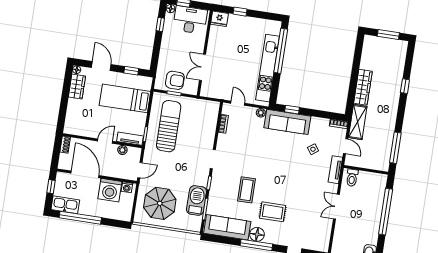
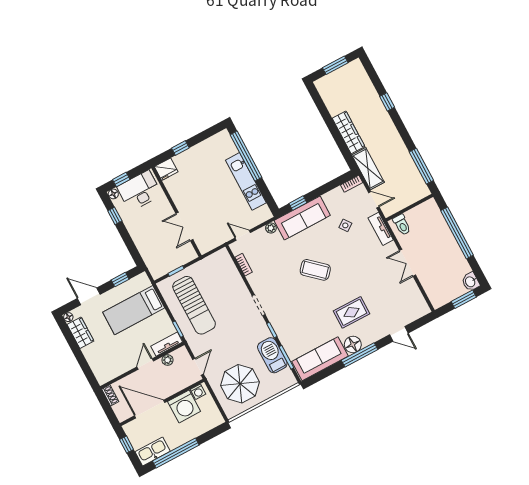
kitchen unit: (268, 68) -> (246, 181), width x0.73
armchair: (175, 80) -> (168, 258), removed
sun lounger: (169, 126) -> (194, 305), turned 180
coffee table: (247, 190) -> (315, 270), moved, turned -48

